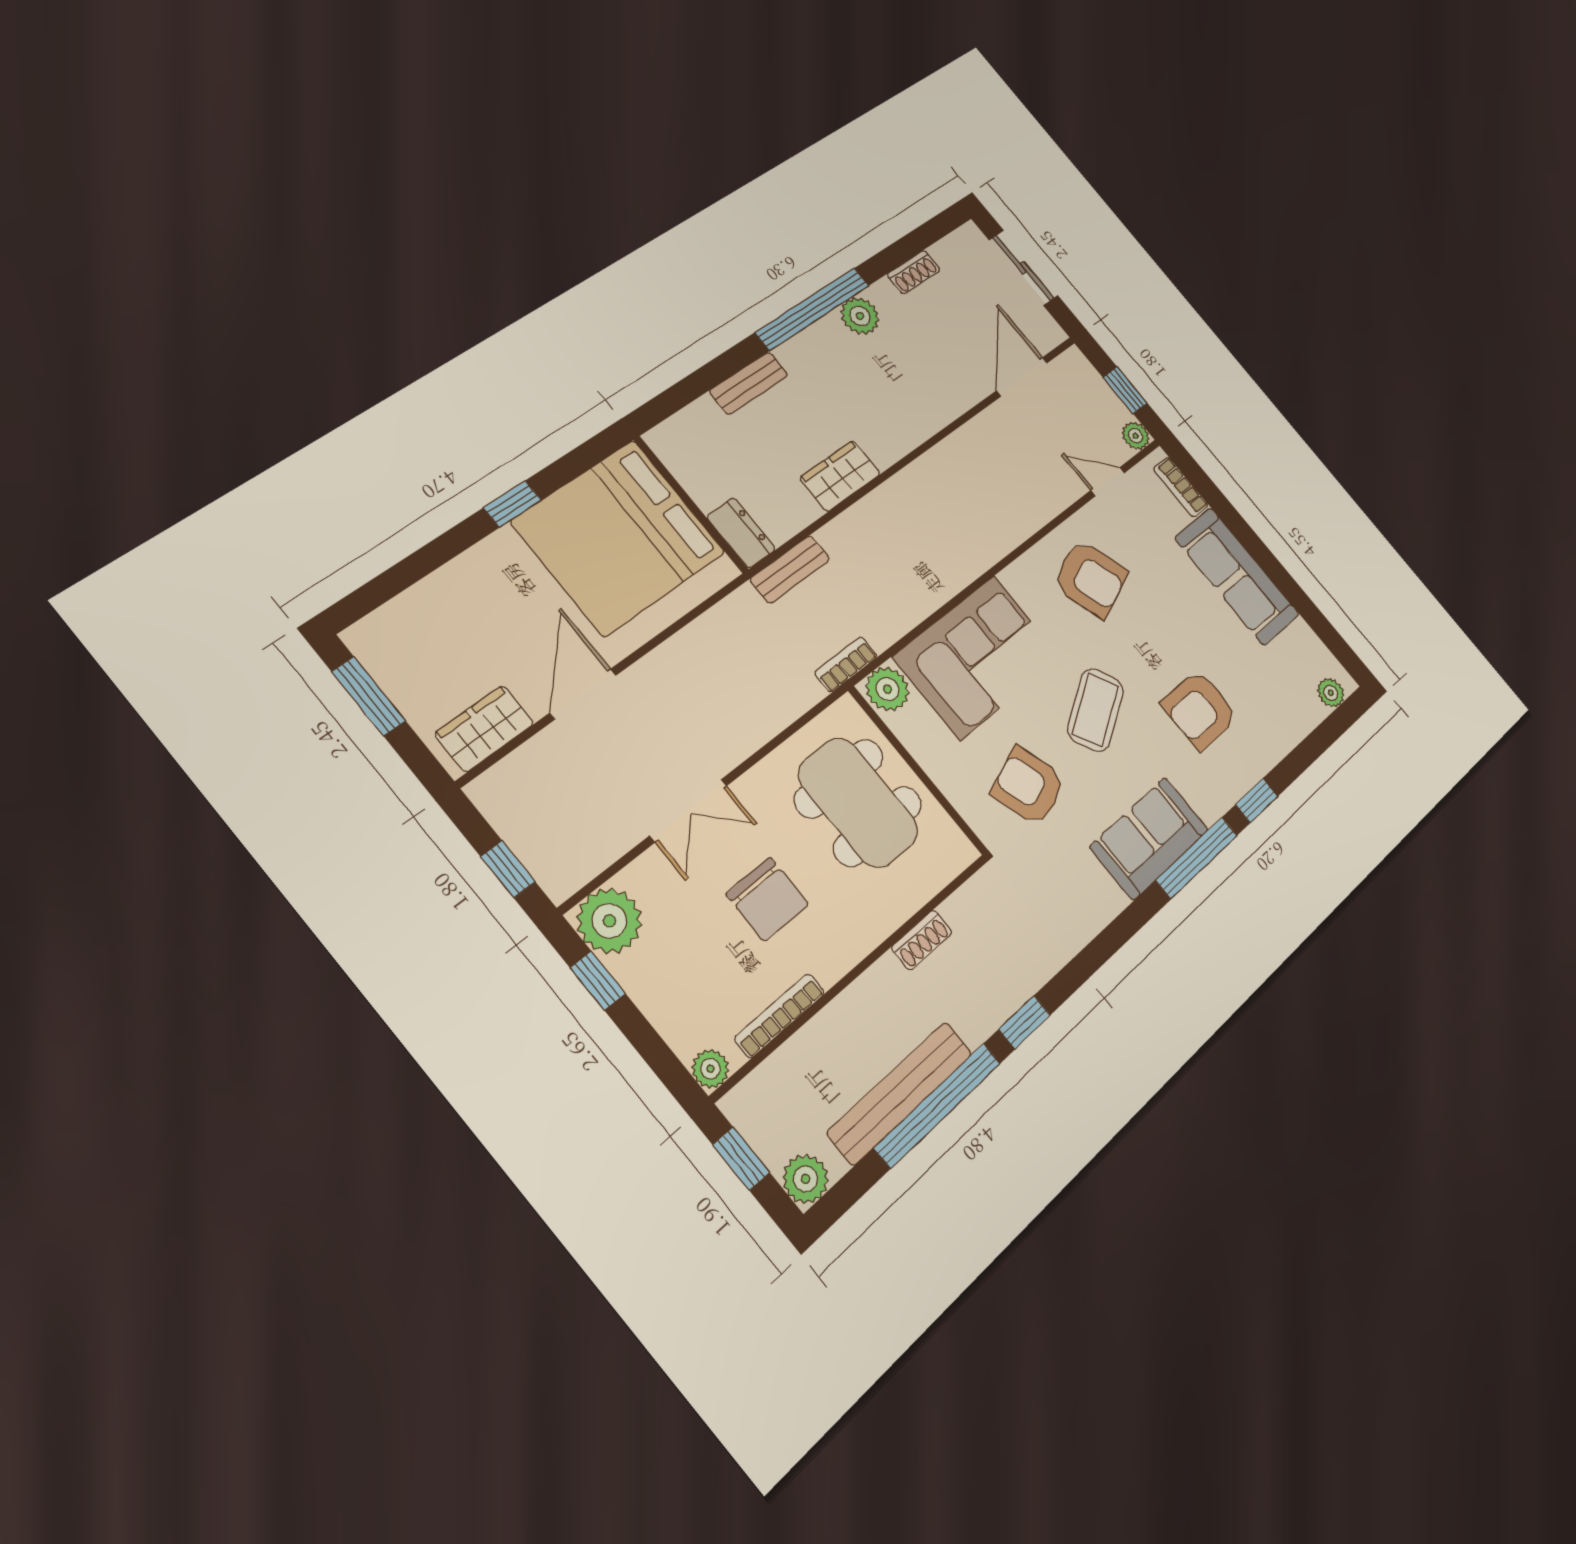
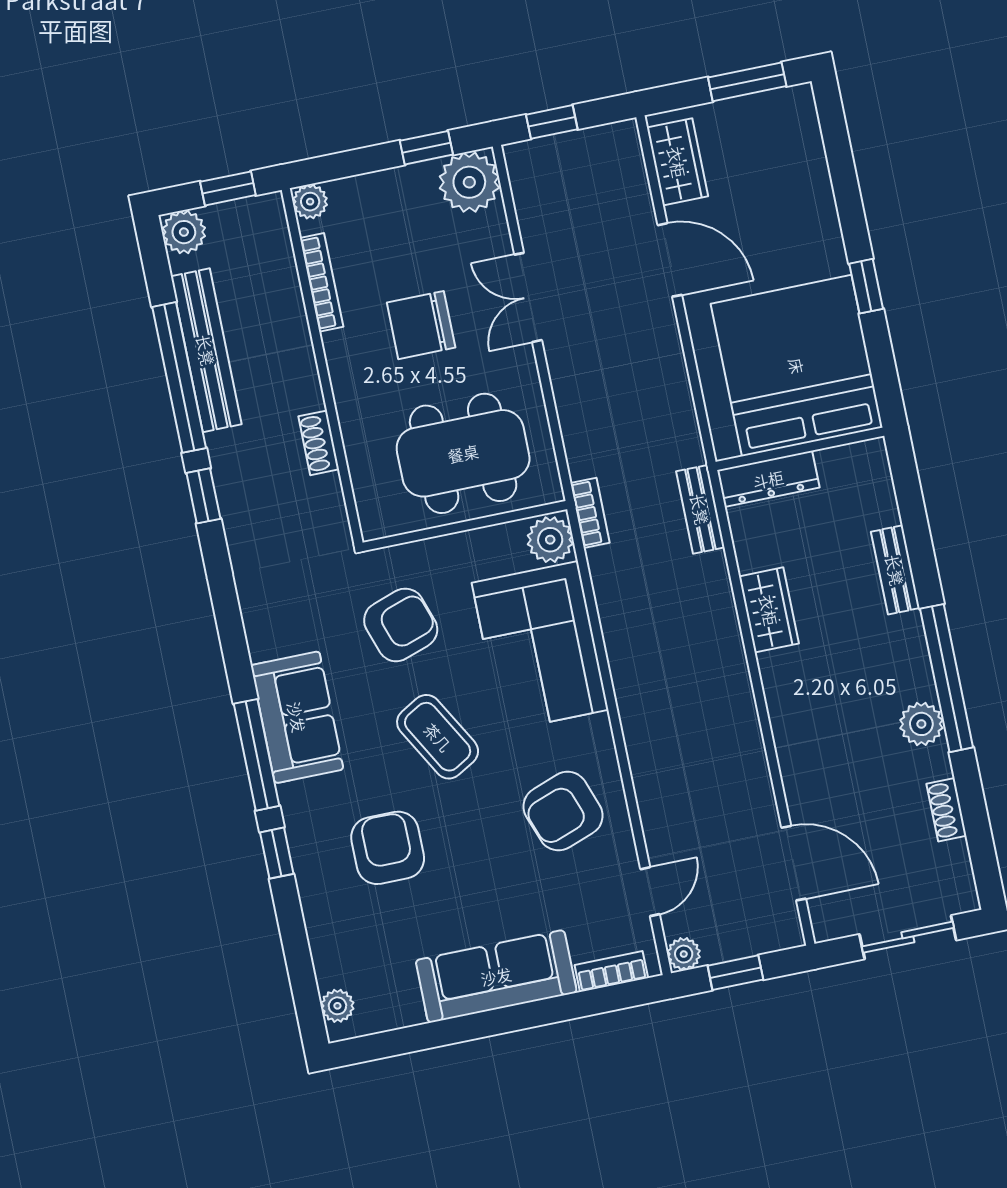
dresser: (741, 533) -> (768, 479), width x1.44

